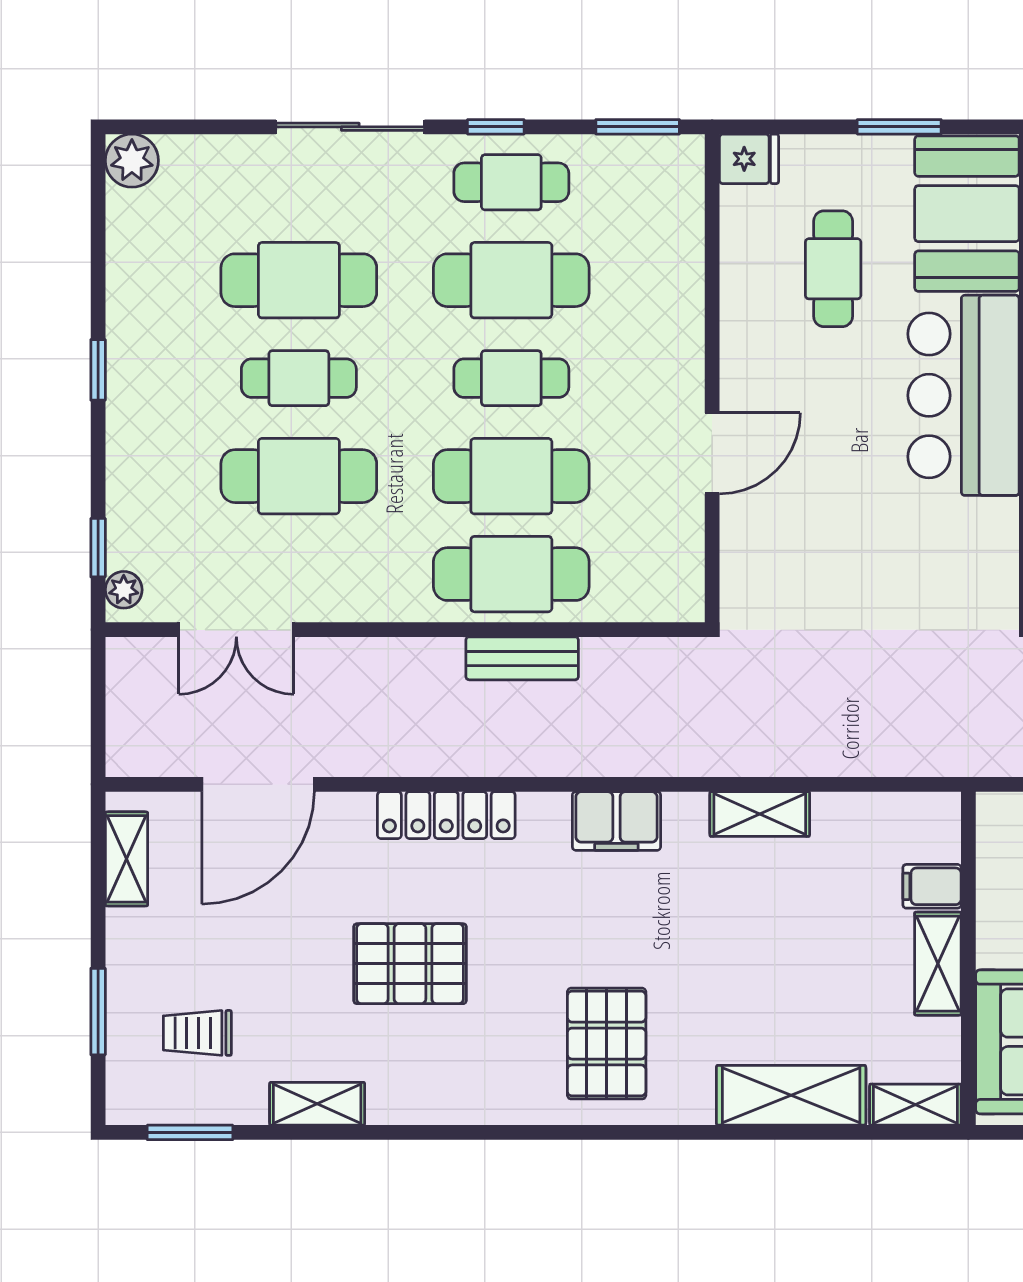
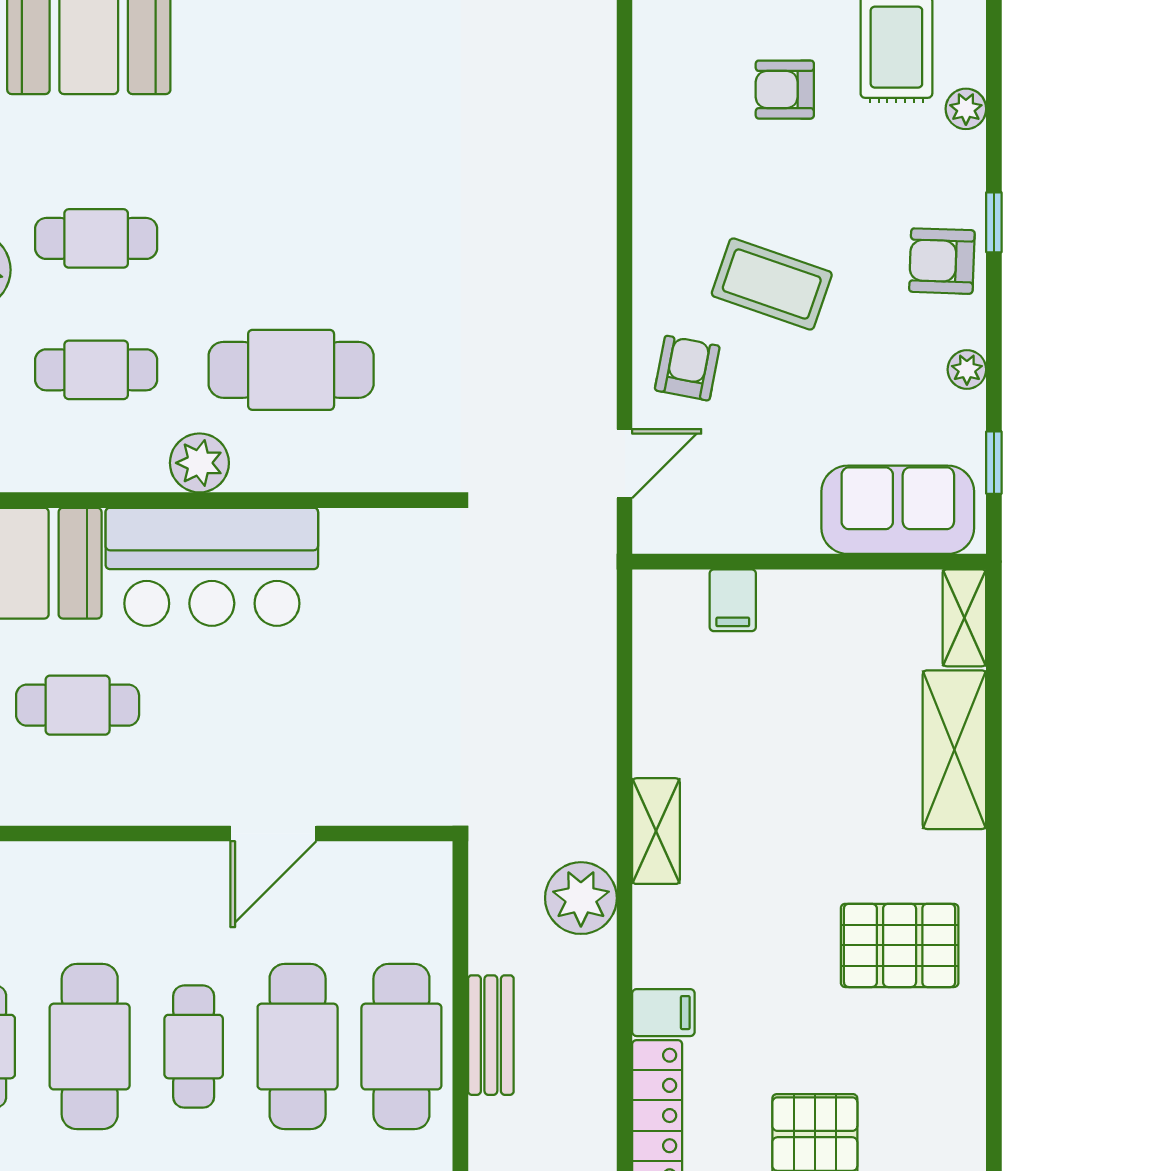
door: (712, 453) -> (273, 834), swing flipped
plant: (651, 743) -> (581, 898), added
shelving: (760, 814) -> (656, 831), moved
filing cabinet: (616, 821) -> (663, 1013), moved, width x0.50
shelving: (938, 964) -> (815, 594), removed

